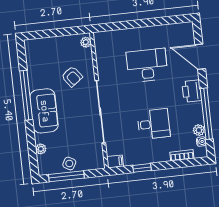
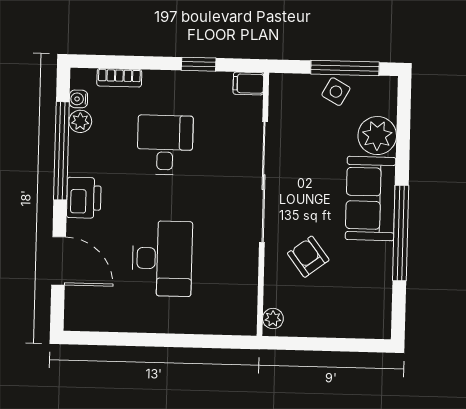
desk: (147, 65) -> (162, 258), turned -90
desk: (154, 124) -> (165, 145), turned 90
plant: (41, 149) -> (377, 136), width x1.87, depth x1.87

